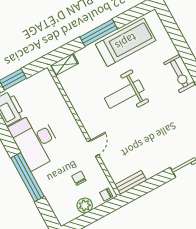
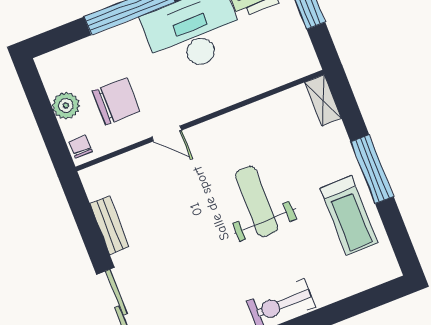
treadmill: (126, 42) -> (349, 215), width x0.73, depth x0.73
chair: (79, 178) -> (116, 101), width x1.87, depth x1.87
bench: (131, 182) -> (109, 225), moved

